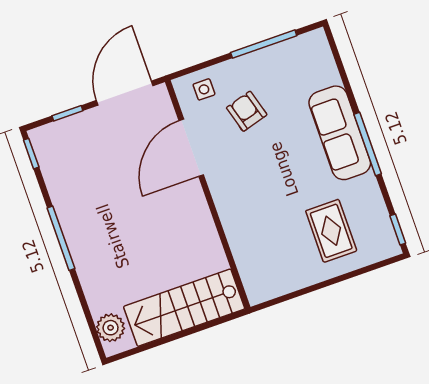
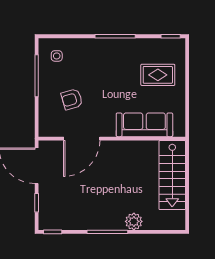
side table: (204, 89) -> (57, 56), moved
sofa: (340, 133) -> (144, 125), moved, turned 180
door: (191, 148) -> (82, 139), hinge flipped
plant: (111, 328) -> (134, 221), moved

